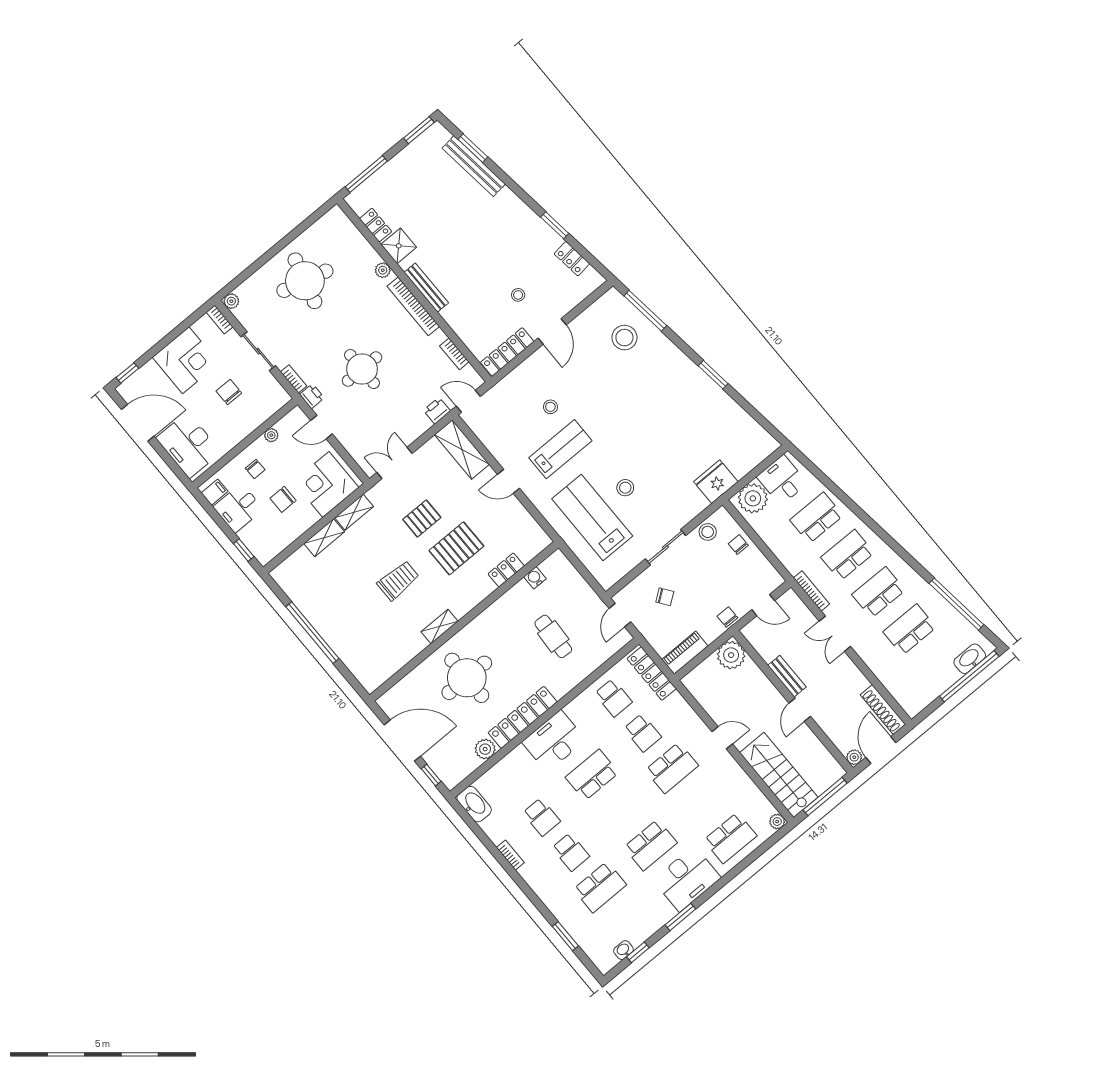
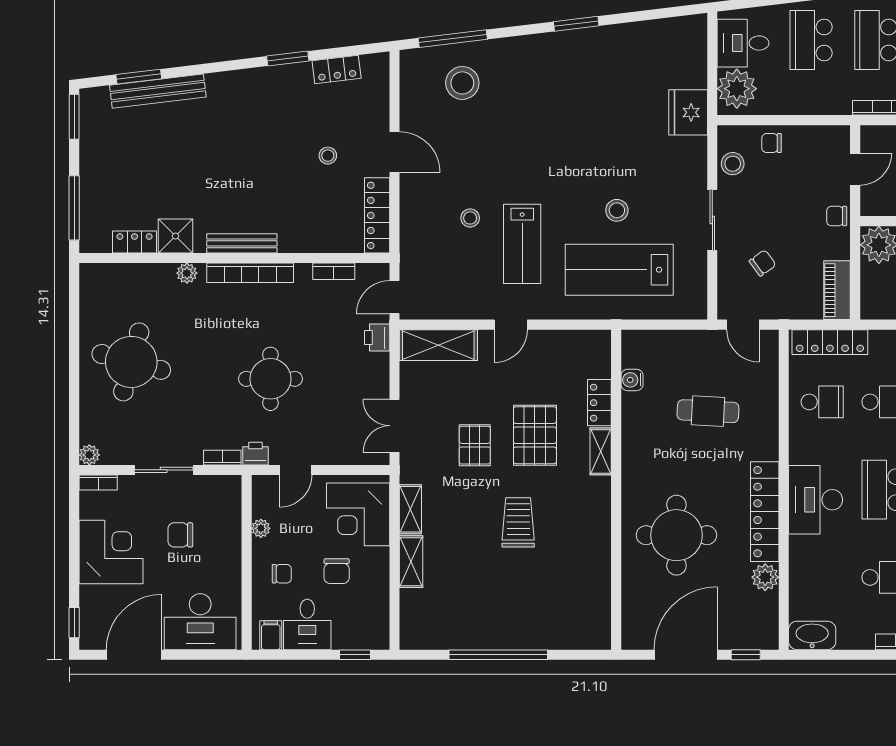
lab bench: (560, 449) -> (522, 244), turned 180
shelving: (440, 627) -> (601, 451), moved

